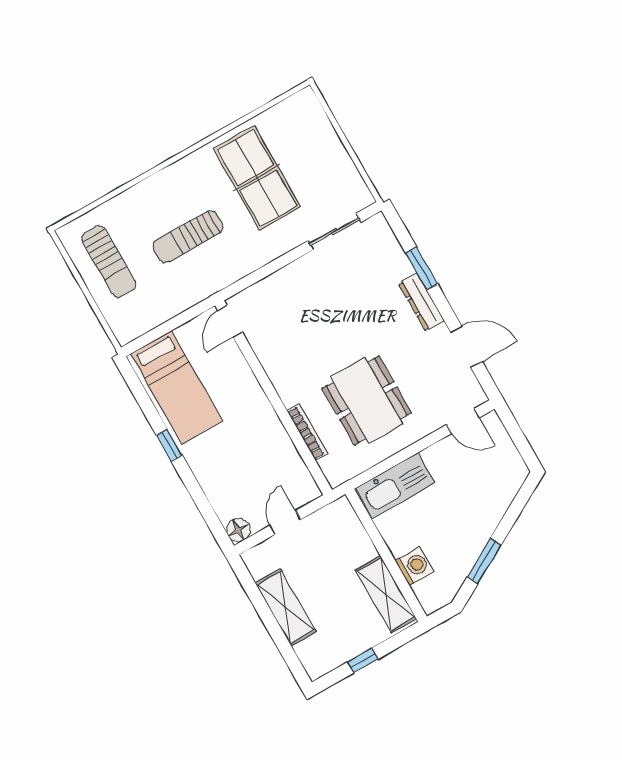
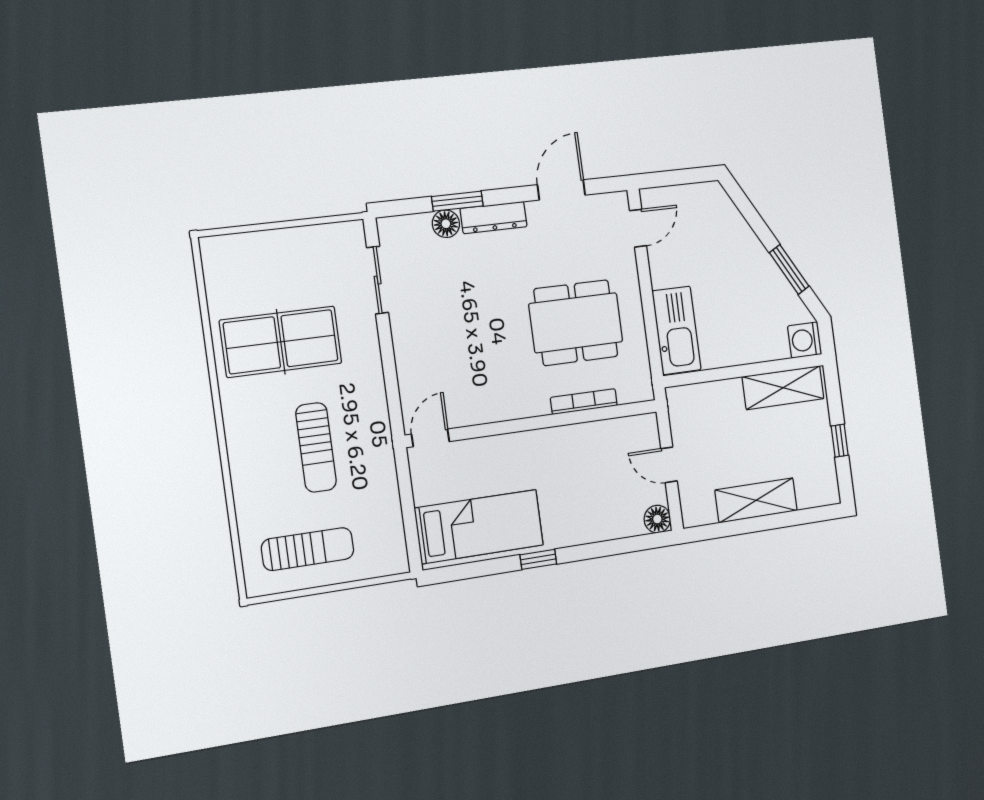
floor lamp: (400, 267) -> (446, 224), added
door: (230, 321) -> (430, 438), swing flipped
washing machine: (414, 566) -> (805, 340), moved, turned -90

